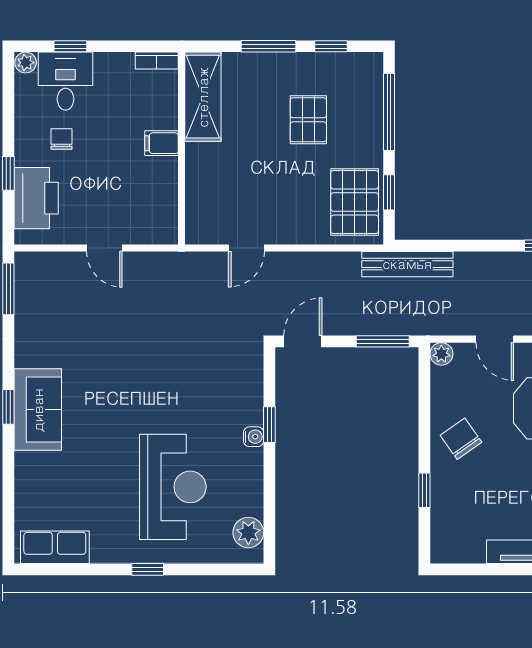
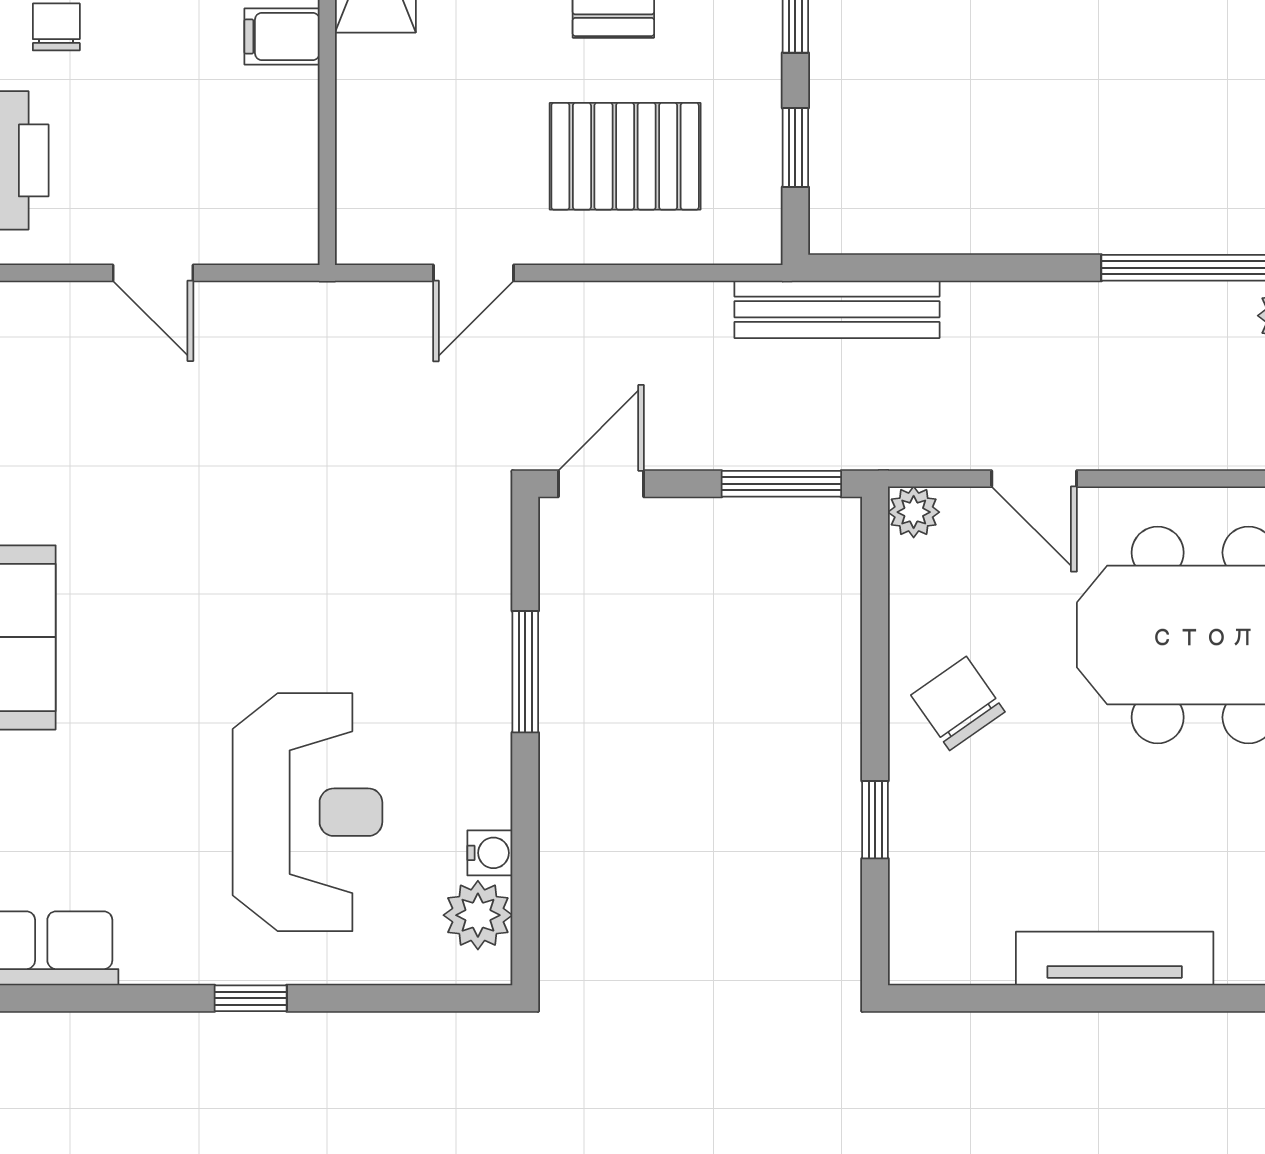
pallet: (355, 202) -> (625, 156), moved, turned 90
window: (269, 425) -> (525, 672), width x1.50
water cooler: (254, 437) -> (490, 853), moved

